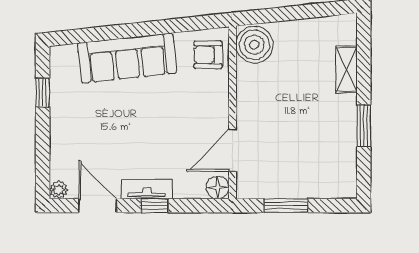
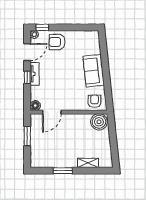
sofa: (127, 58) -> (94, 71), width x0.73
window: (43, 93) -> (42, 27), moved
armchair: (75, 139) -> (57, 42), added
door: (232, 150) -> (52, 112), swing flipped

